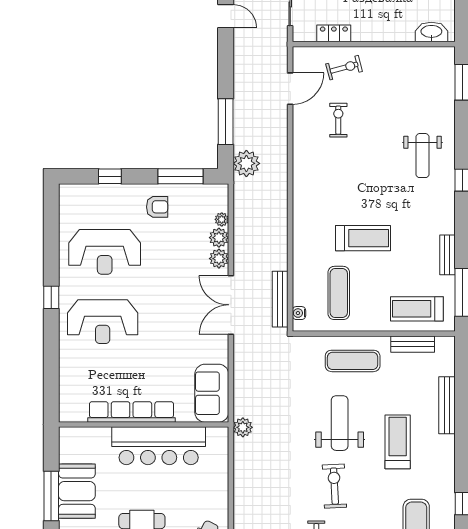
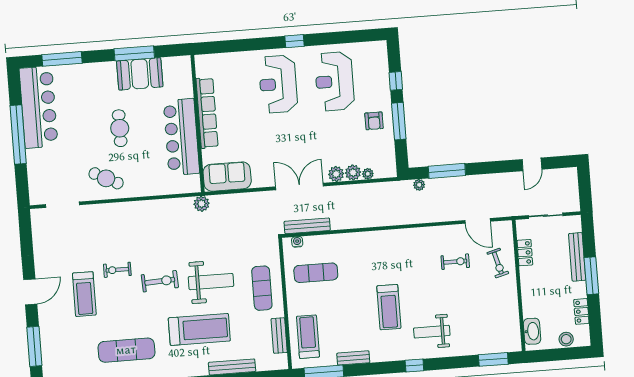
plant: (246, 163) -> (419, 185), width x0.53, depth x0.53
window: (180, 176) -> (399, 121), moved
treadmill: (363, 238) -> (389, 307), moved
treadmill: (398, 442) -> (199, 329), width x1.37, depth x1.38

